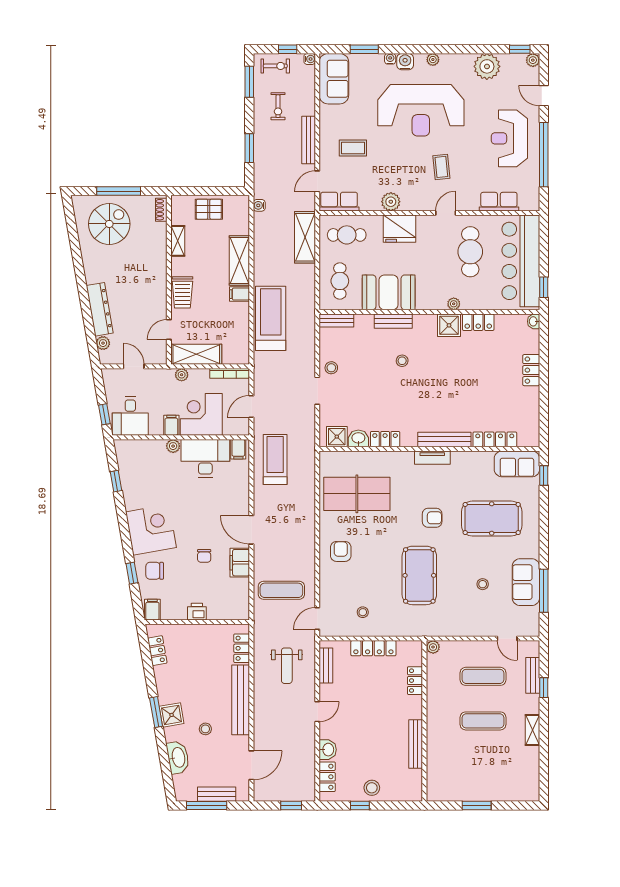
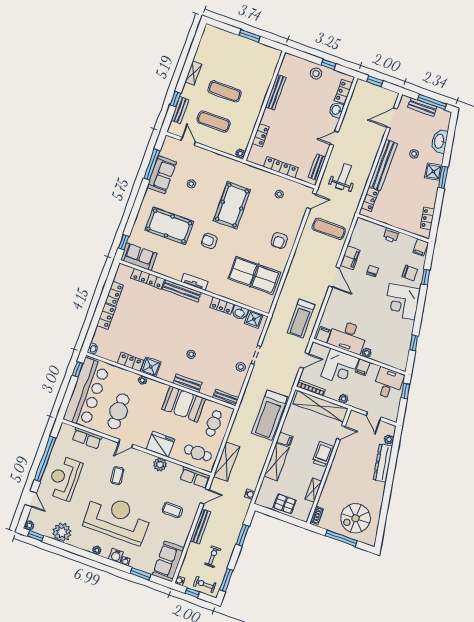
reception desk: (509, 138) -> (64, 478), turned 180
shelving: (196, 354) -> (321, 406), width x1.47
locker: (532, 404) -> (114, 294), added

